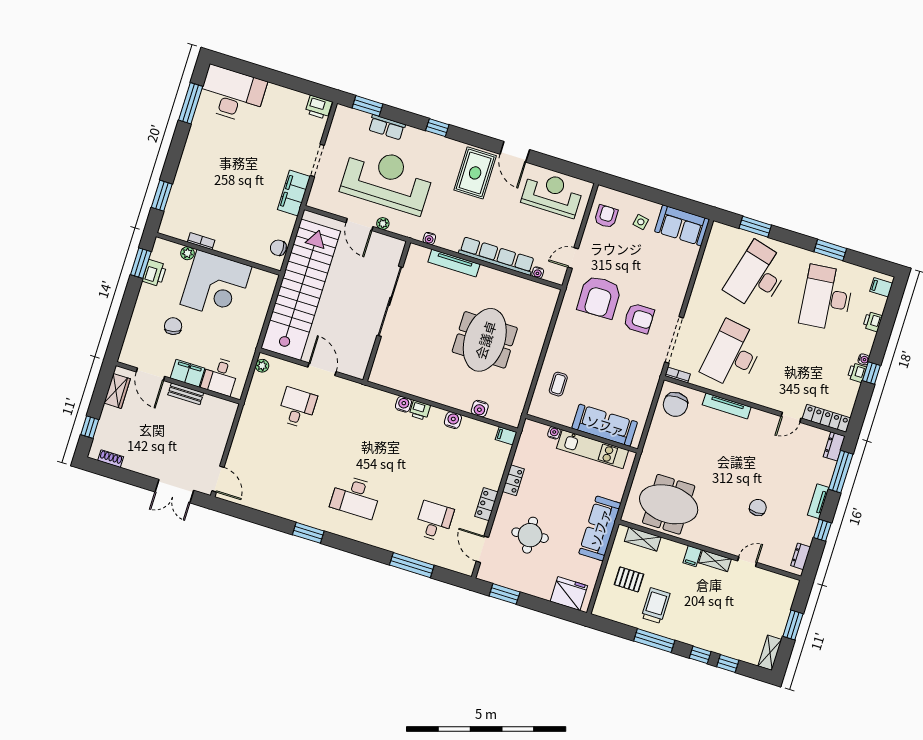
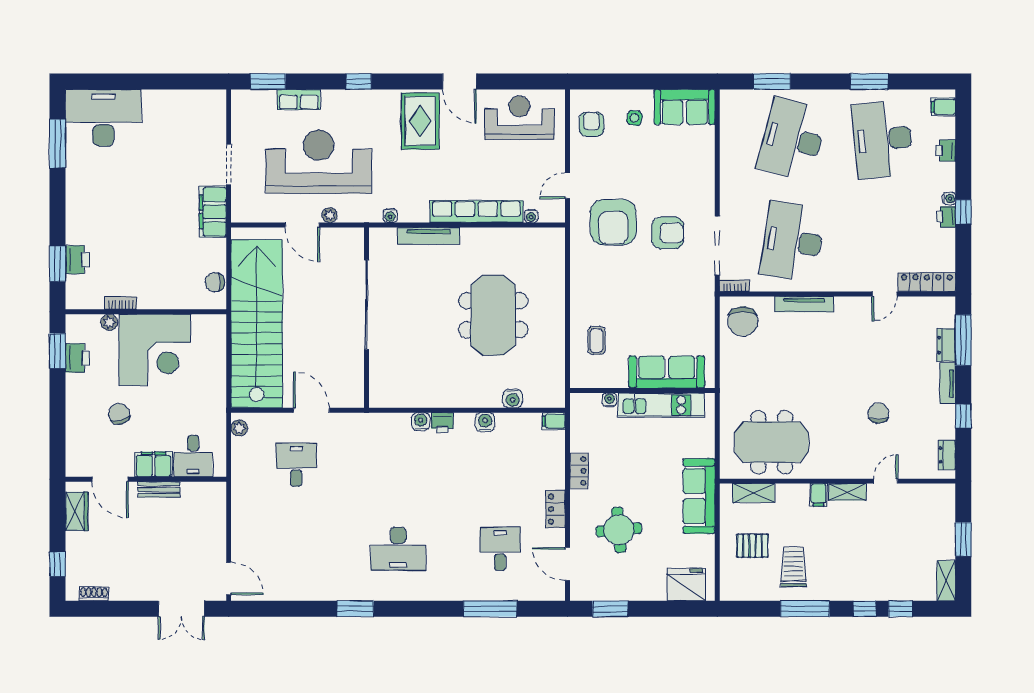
printer: (319, 107) -> (77, 260), moved, turned -90
dresser: (834, 446) -> (946, 345), moved

